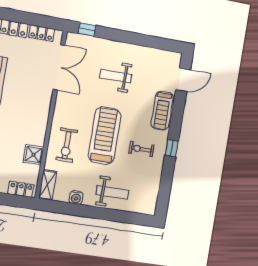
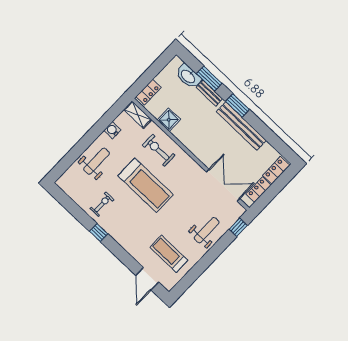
double door: (59, 67) -> (223, 185), swing flipped
weight bench: (116, 76) -> (207, 230), moved
treadmill: (162, 111) -> (169, 254), moved
exercise bike: (141, 149) -> (102, 204), moved
weight bench: (112, 192) -> (96, 161), turned 180

